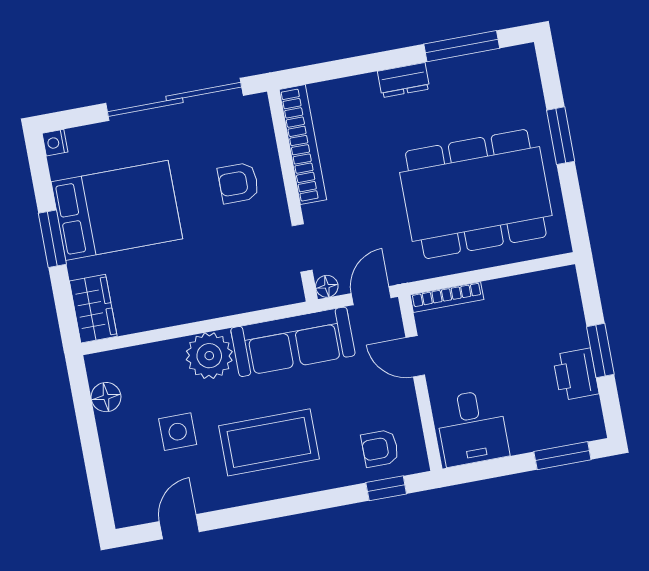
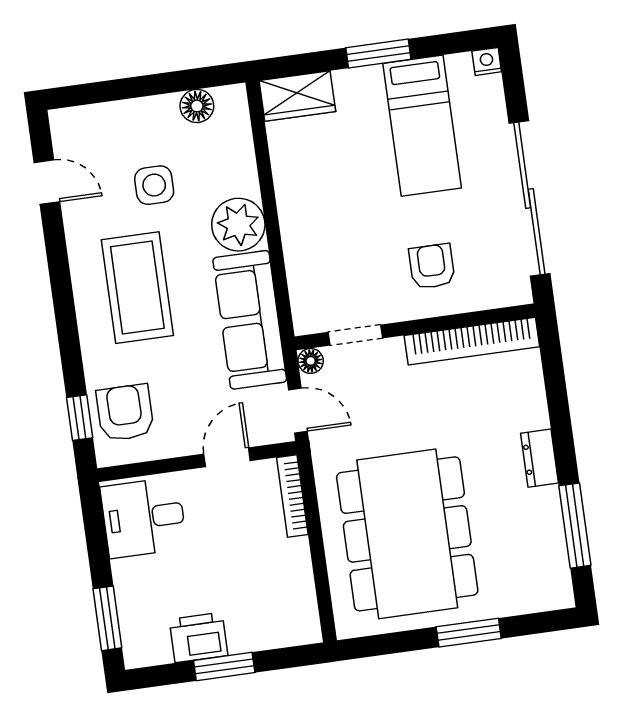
bed: (117, 210) -> (422, 126), width x0.67
armchair: (380, 448) -> (125, 413), width x1.38, depth x1.38

